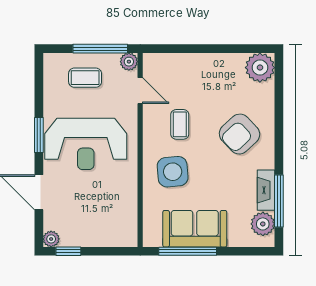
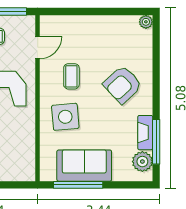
plant: (129, 62) -> (28, 23), removed
plant: (260, 68) -> (146, 22), width x0.53, depth x0.53
door: (140, 91) -> (38, 48), hinge flipped

